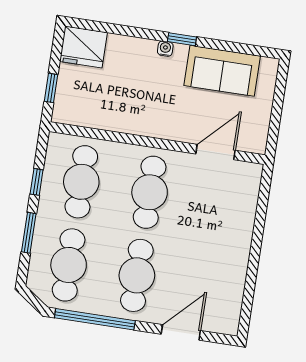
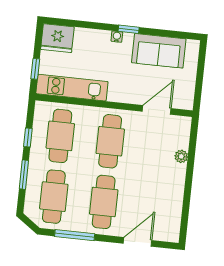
kitchen unit: (100, 116) -> (72, 88), added
plant: (247, 217) -> (181, 156), added
window: (95, 319) -> (75, 235), width x0.68

